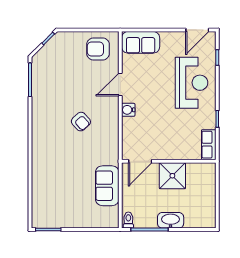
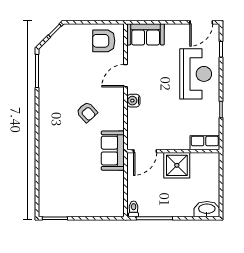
row of seats: (209, 145) -> (205, 143), moved, turned 90
sofa: (107, 186) -> (113, 151), moved
washbasin: (171, 220) -> (207, 209), moved

